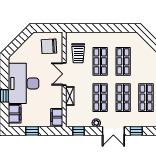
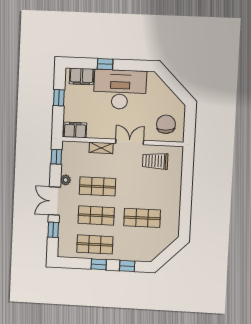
shop shelf: (100, 61) -> (144, 189), removed

